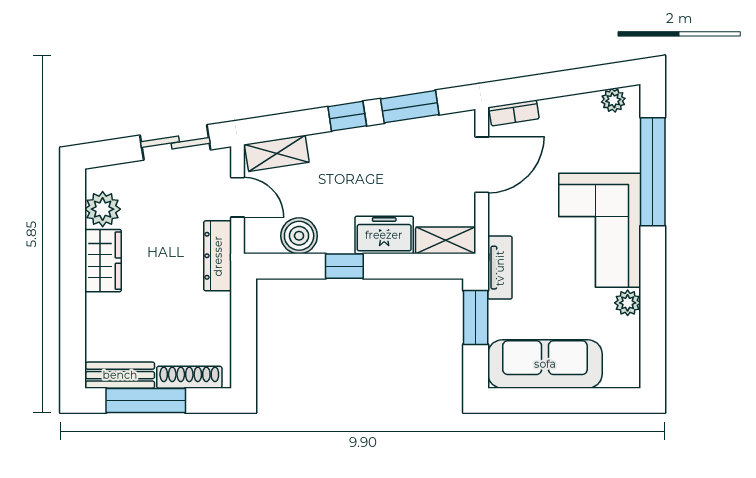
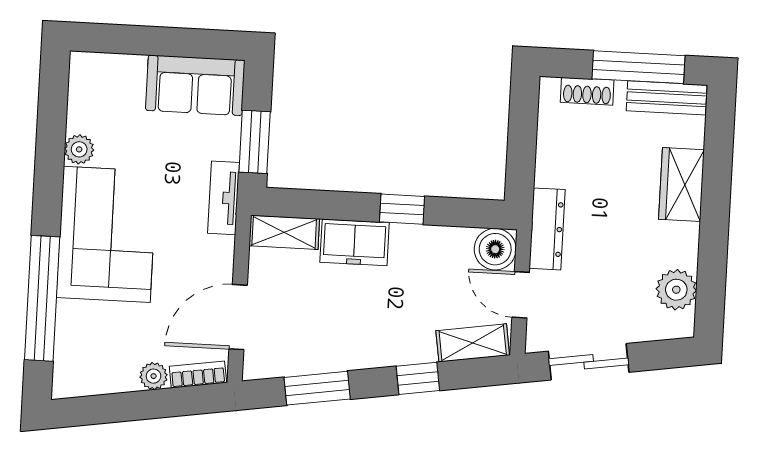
plant: (613, 100) -> (154, 376), moved
window: (347, 116) -> (418, 378), moved
boiler: (299, 236) -> (495, 249), moved
wardrobe: (103, 261) -> (682, 185), moved
sofa: (545, 364) -> (195, 85), width x0.73
shoe rack: (189, 377) -> (587, 91), width x0.70

